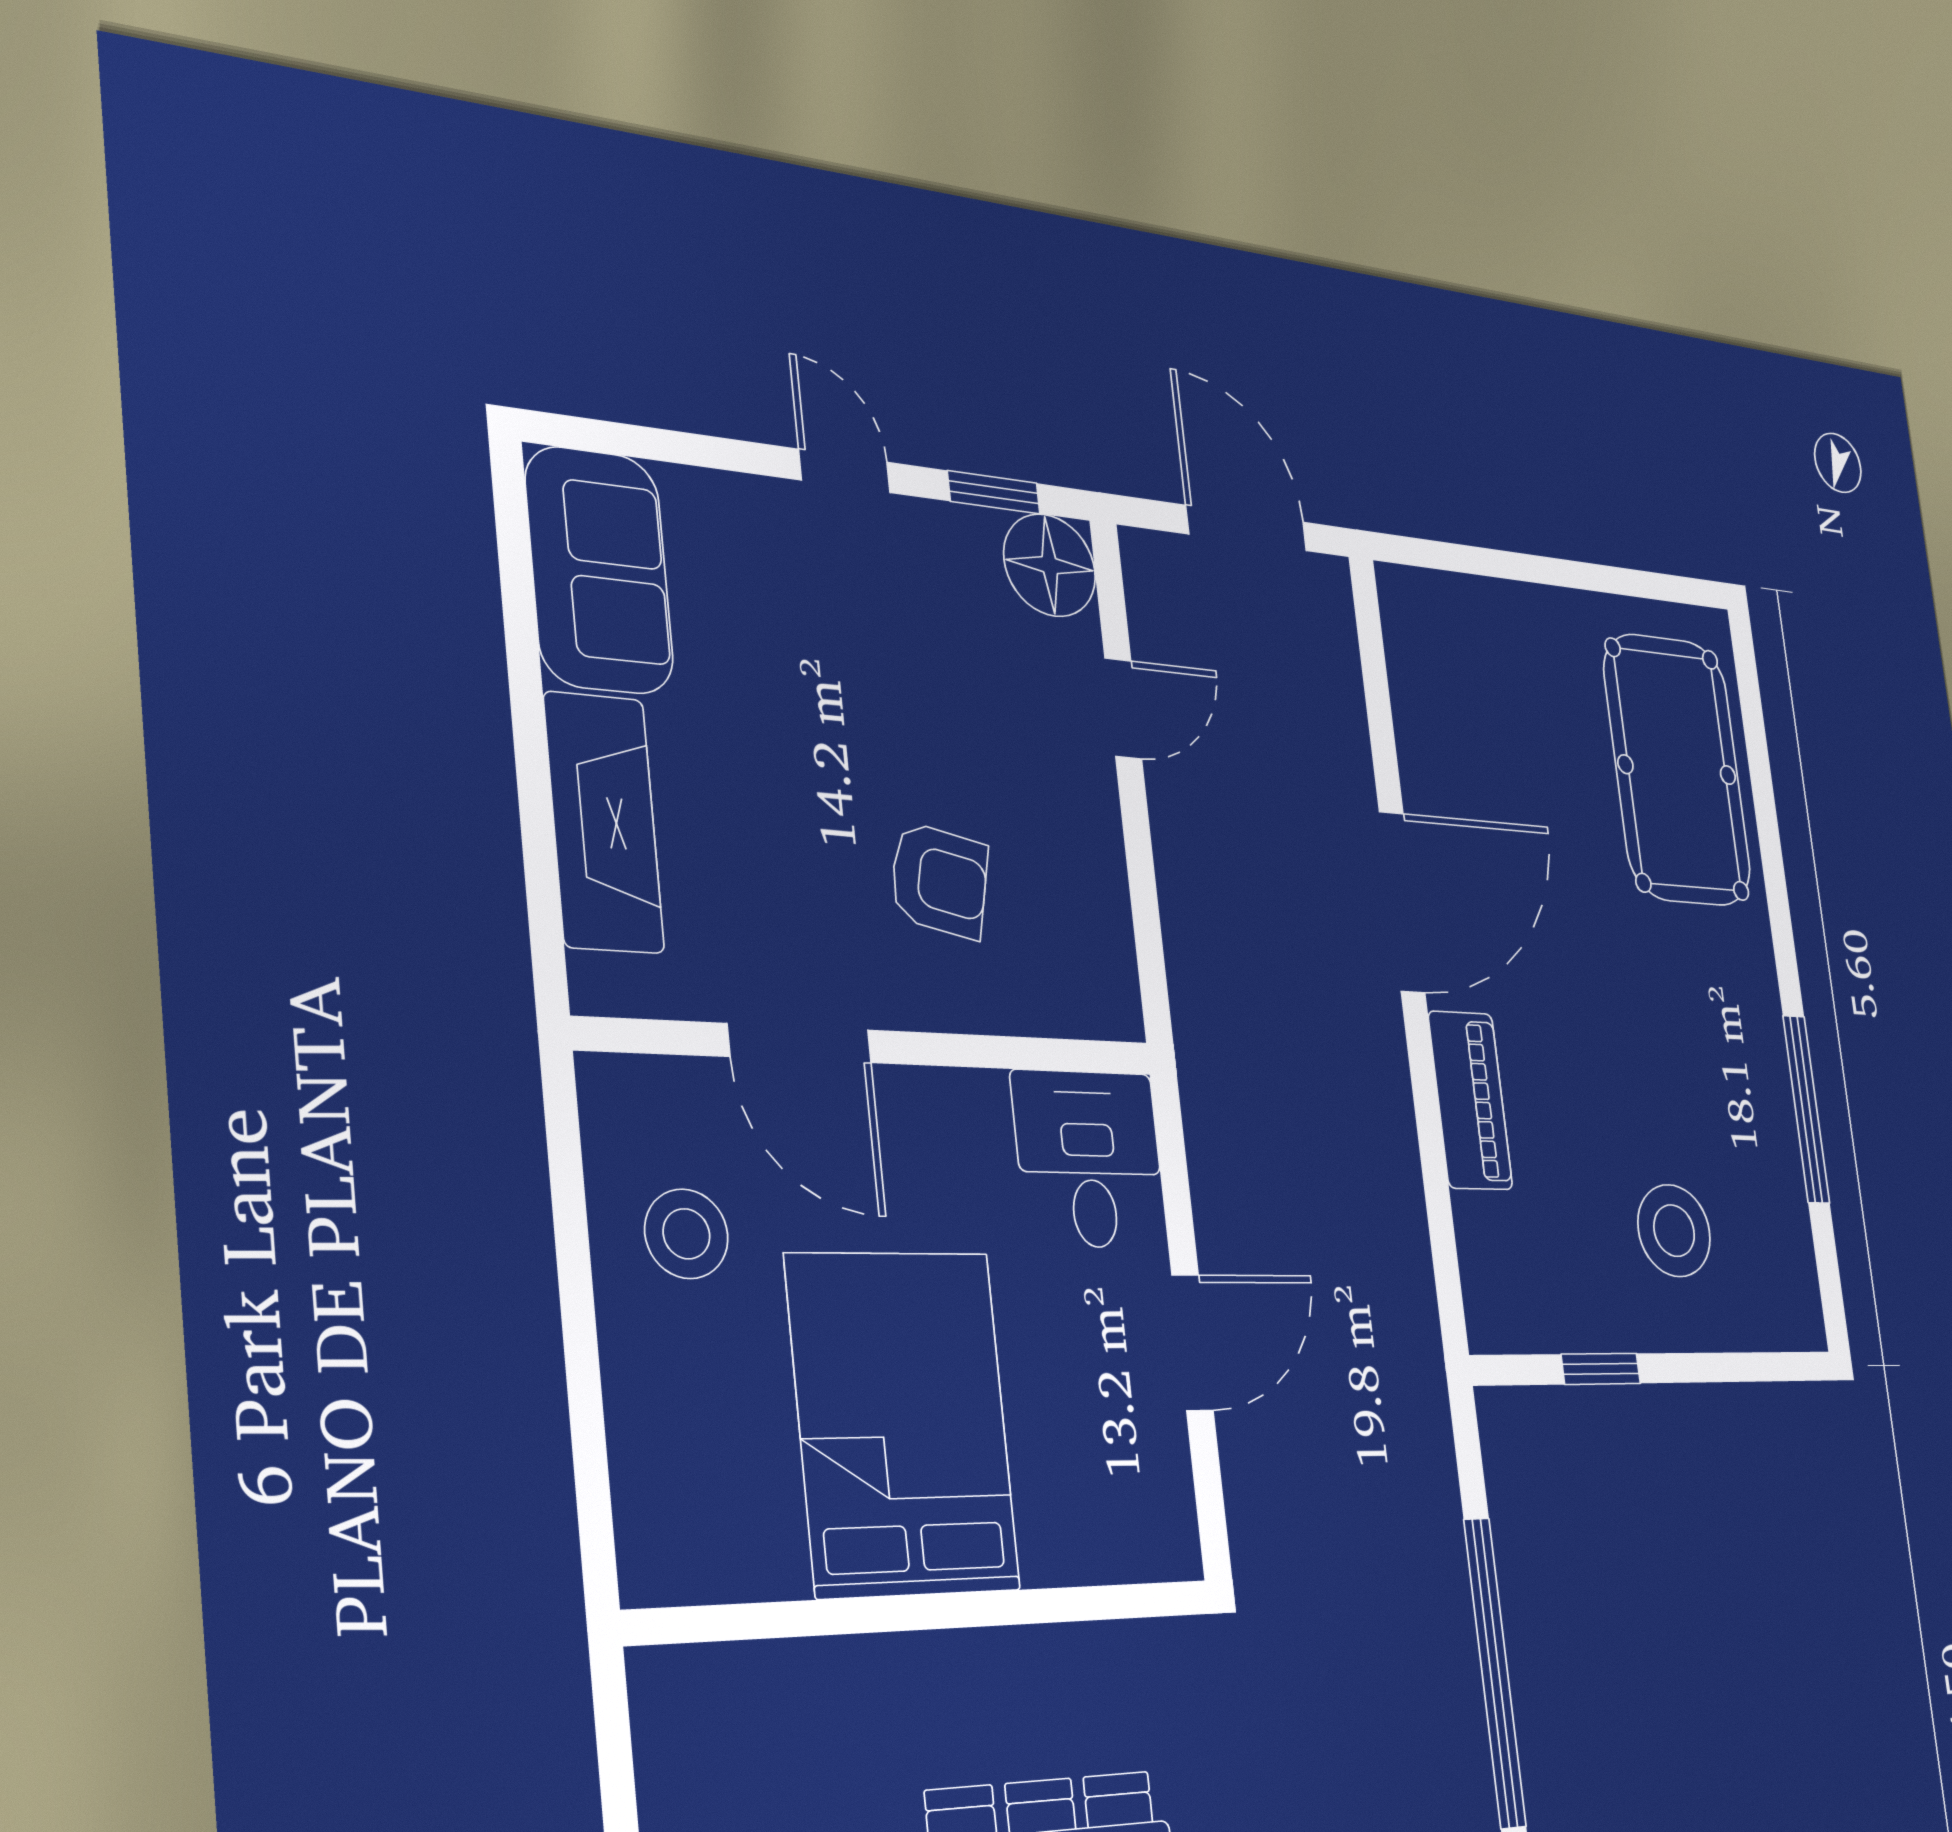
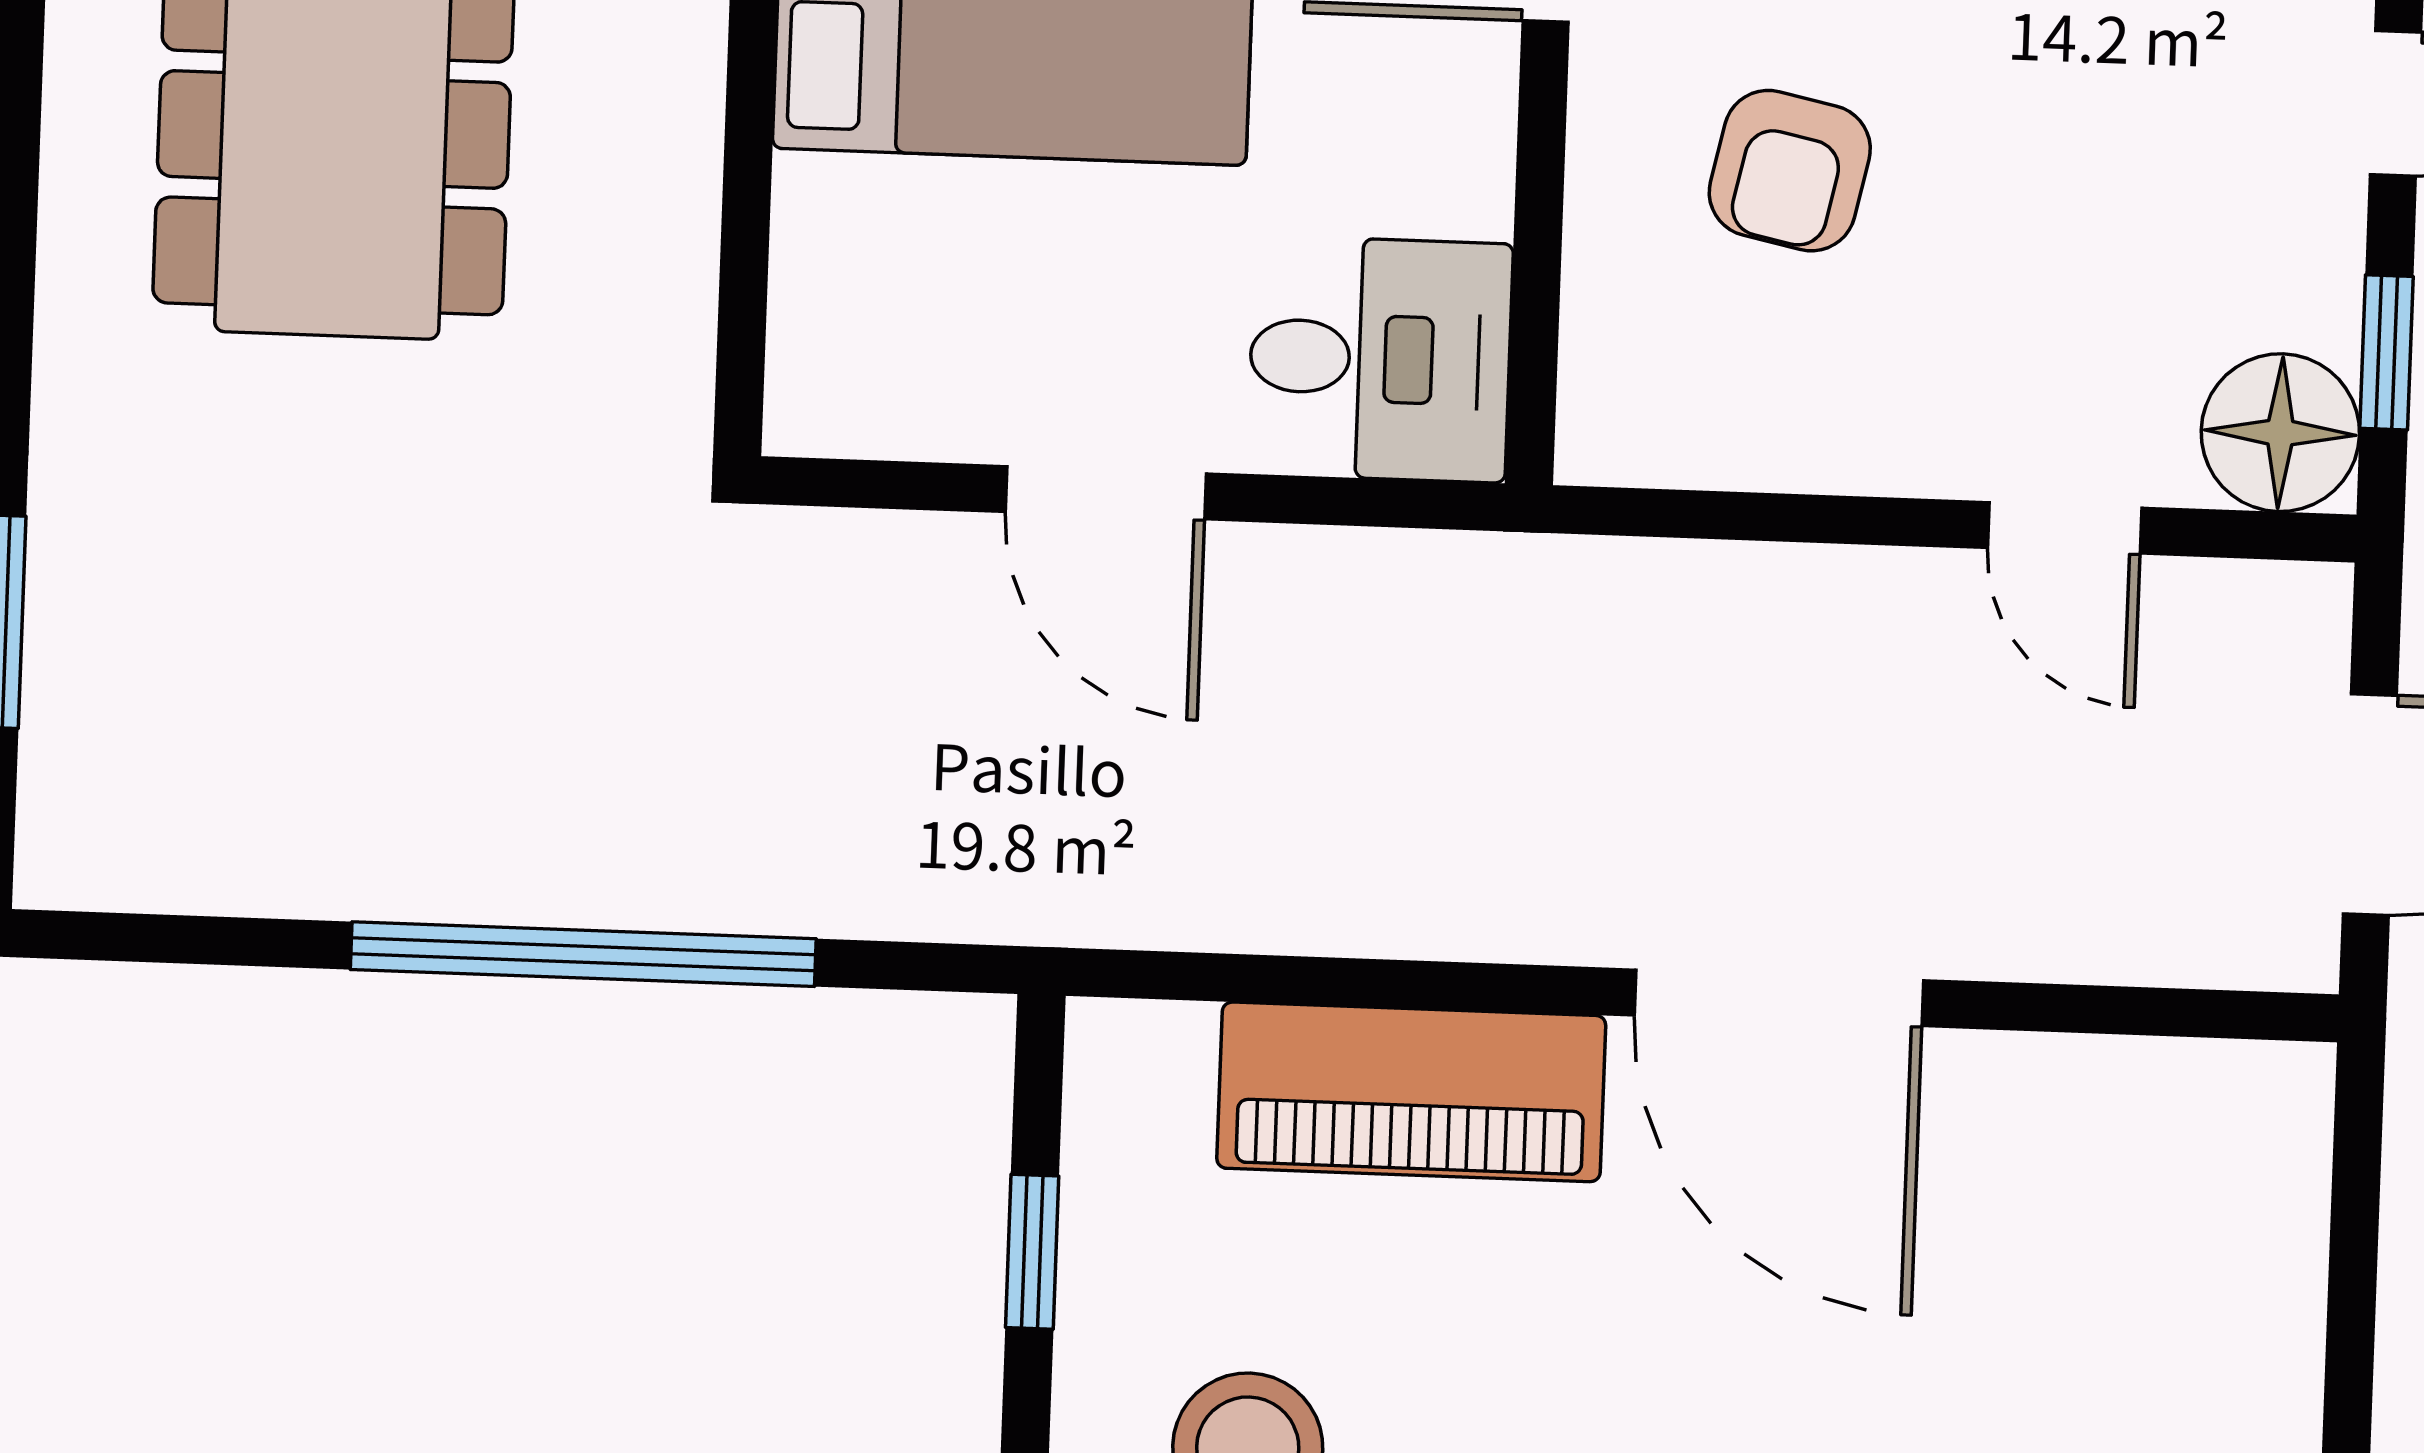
piano: (1470, 1100) -> (1411, 1092), width x1.37, depth x1.33

